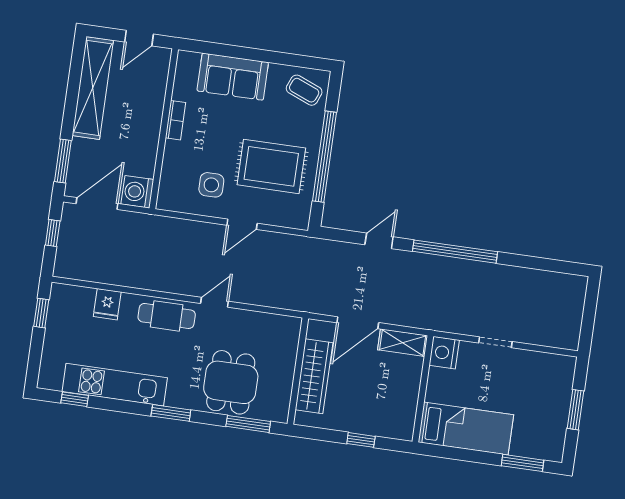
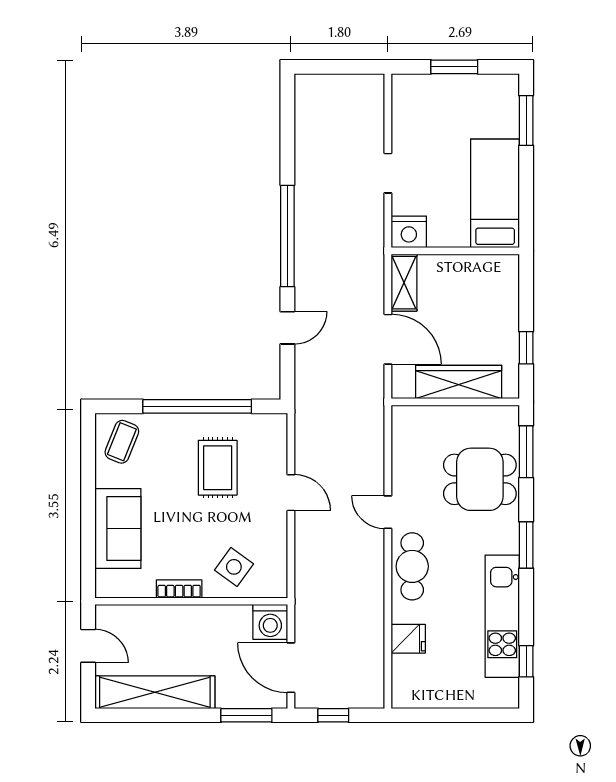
rug: (271, 166) -> (218, 468), width x0.73, depth x0.70
side table: (211, 185) -> (234, 567), moved, turned 36
door: (379, 241) -> (287, 328), swing flipped
window: (41, 313) -> (430, 715), removed
window: (361, 440) -> (526, 348), moved

